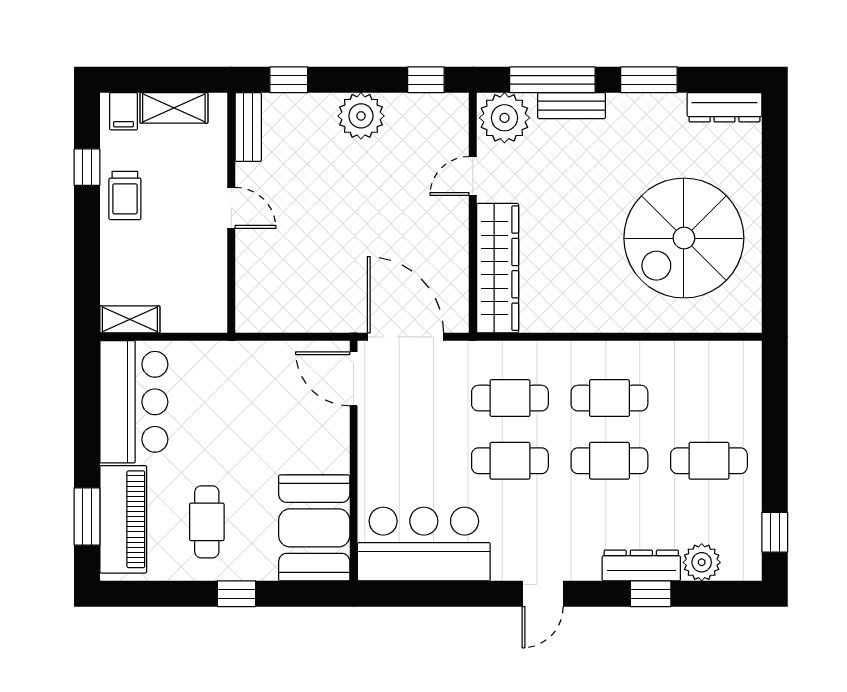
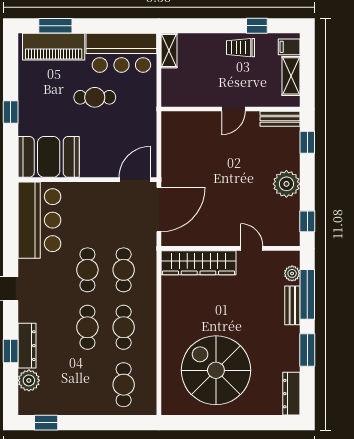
plant: (504, 118) -> (292, 273), width x0.53, depth x0.53
cafe table: (709, 461) -> (124, 385), moved
cafe table: (207, 522) -> (95, 97), moved

